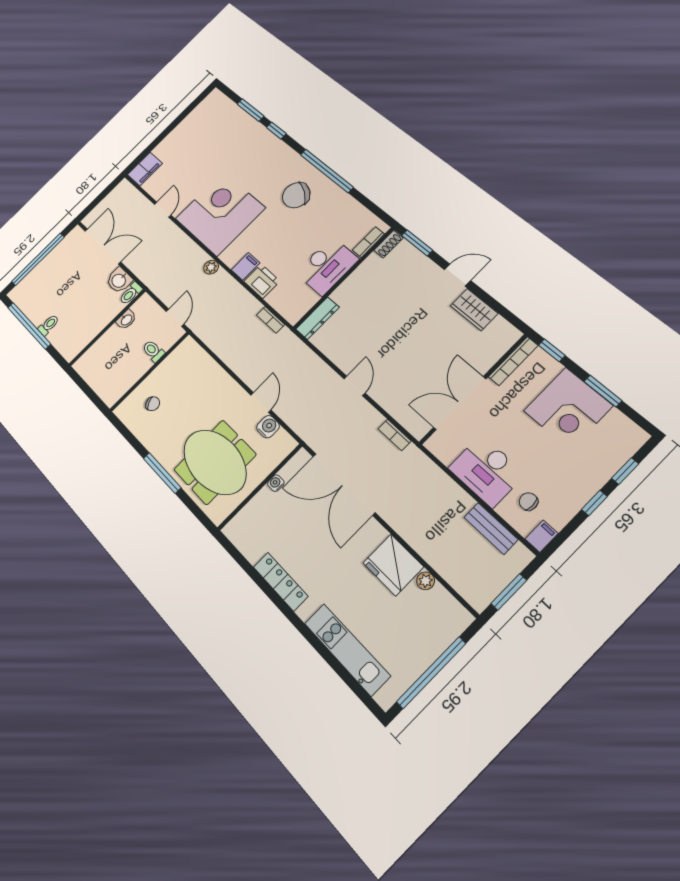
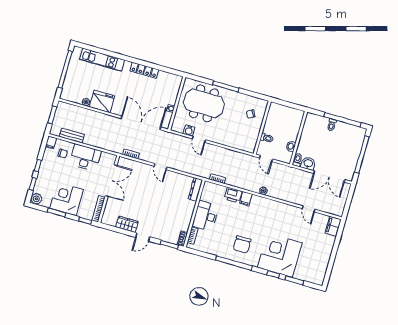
chair: (296, 195) -> (242, 244), turned 149
corner desk: (220, 213) -> (280, 255), moved, turned 180
plant: (633, 437) -> (36, 199), added

